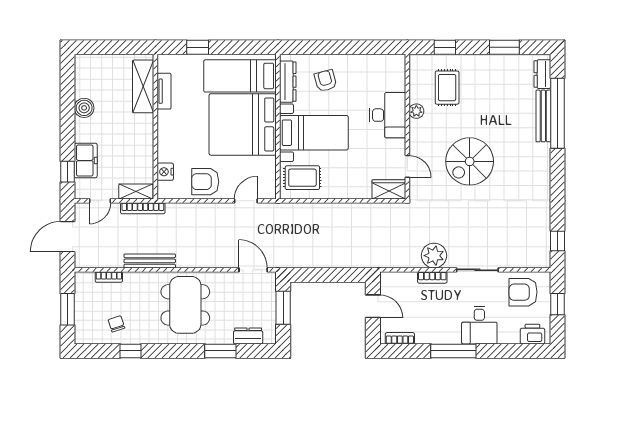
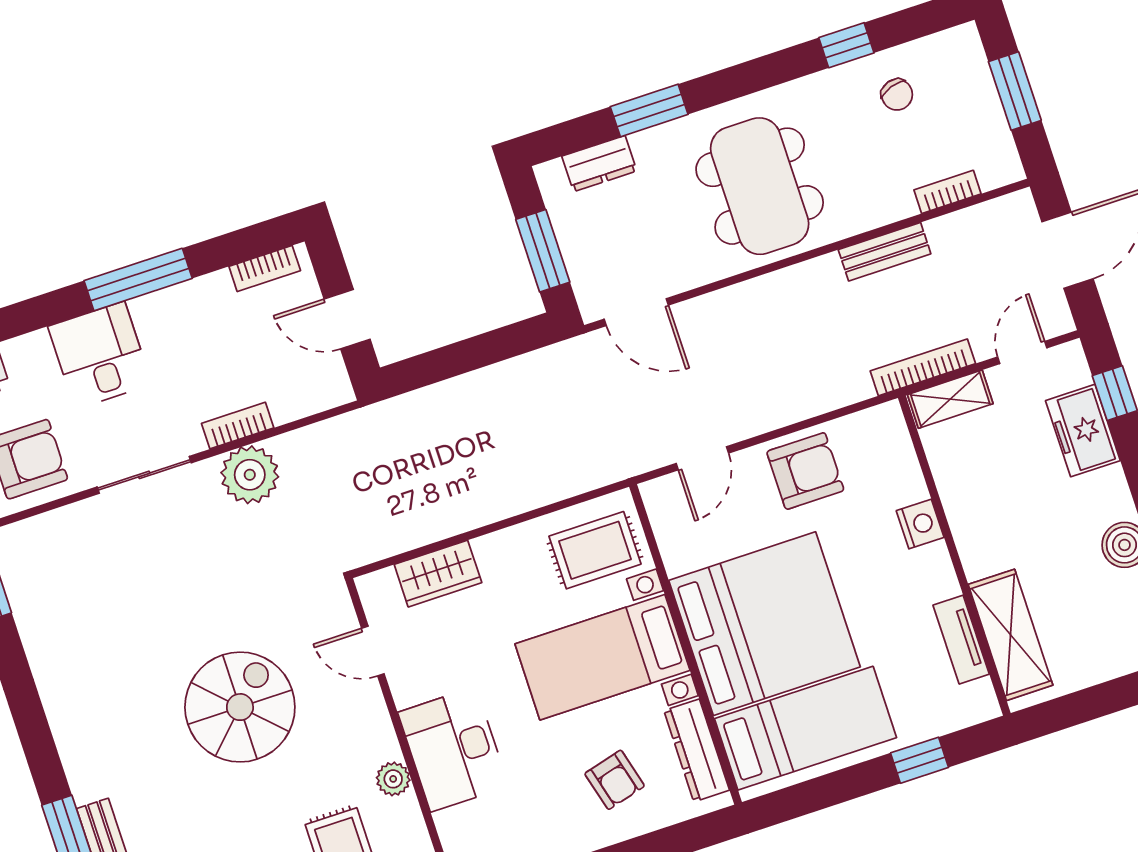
nightstand: (165, 172) -> (920, 524), moved
wardrobe: (389, 189) -> (438, 574), moved
bench: (150, 261) -> (885, 252), width x0.73

